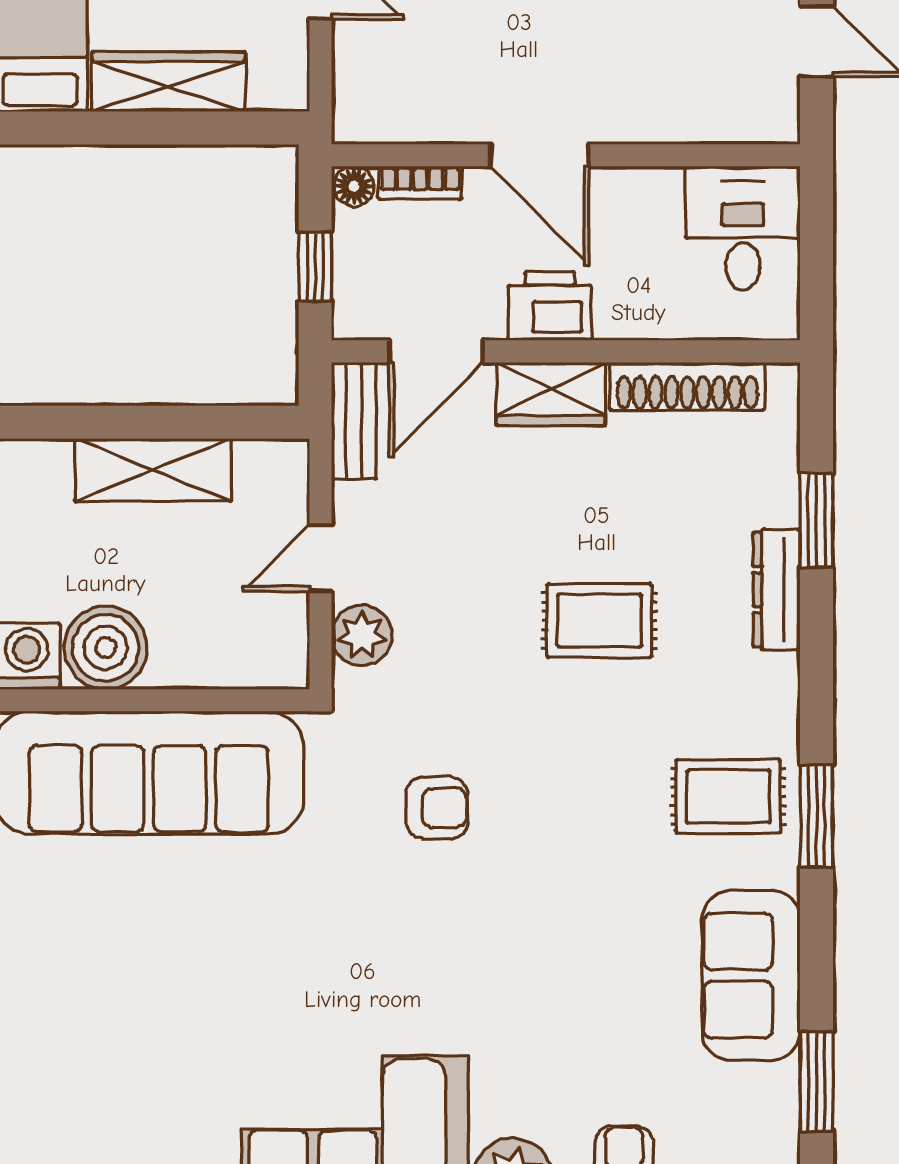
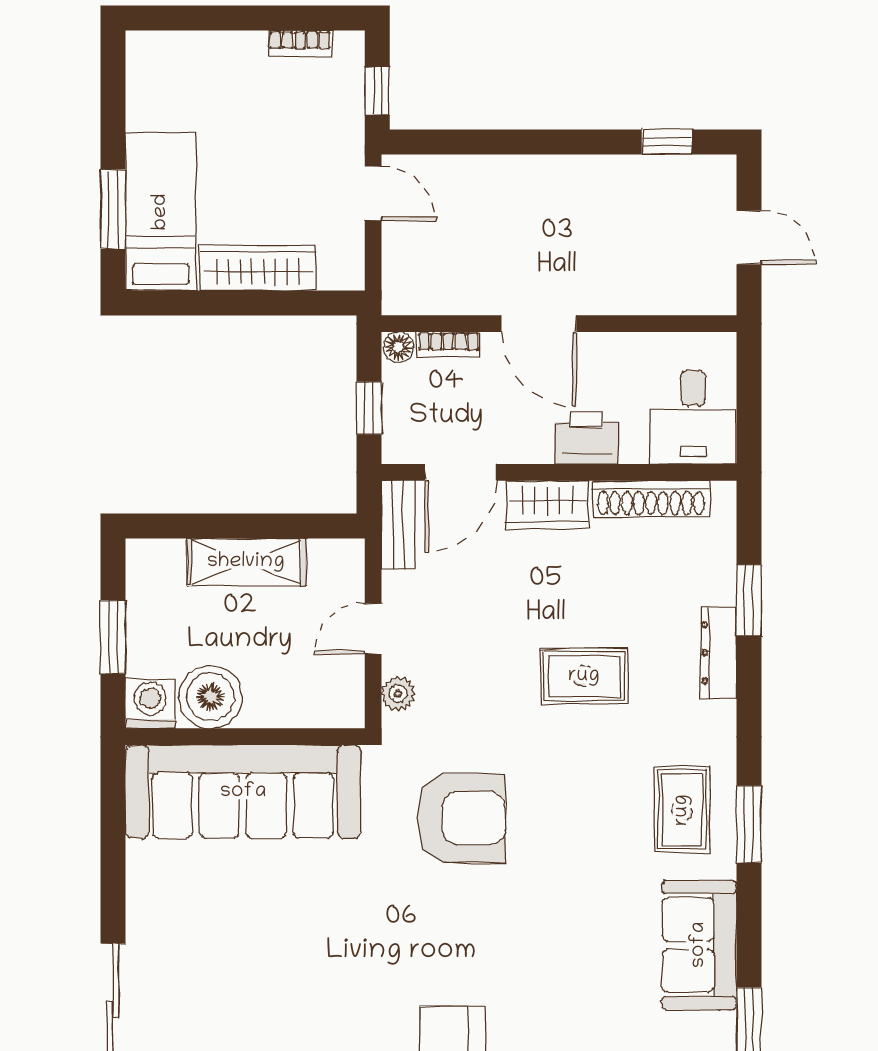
desk: (743, 228) -> (693, 417), moved, turned 180
printer: (550, 306) -> (586, 438), moved
plant: (362, 635) -> (398, 694), width x0.73, depth x0.73
rug: (728, 796) -> (682, 810), turned 90
armchair: (437, 808) -> (461, 818), width x1.88, depth x1.88

